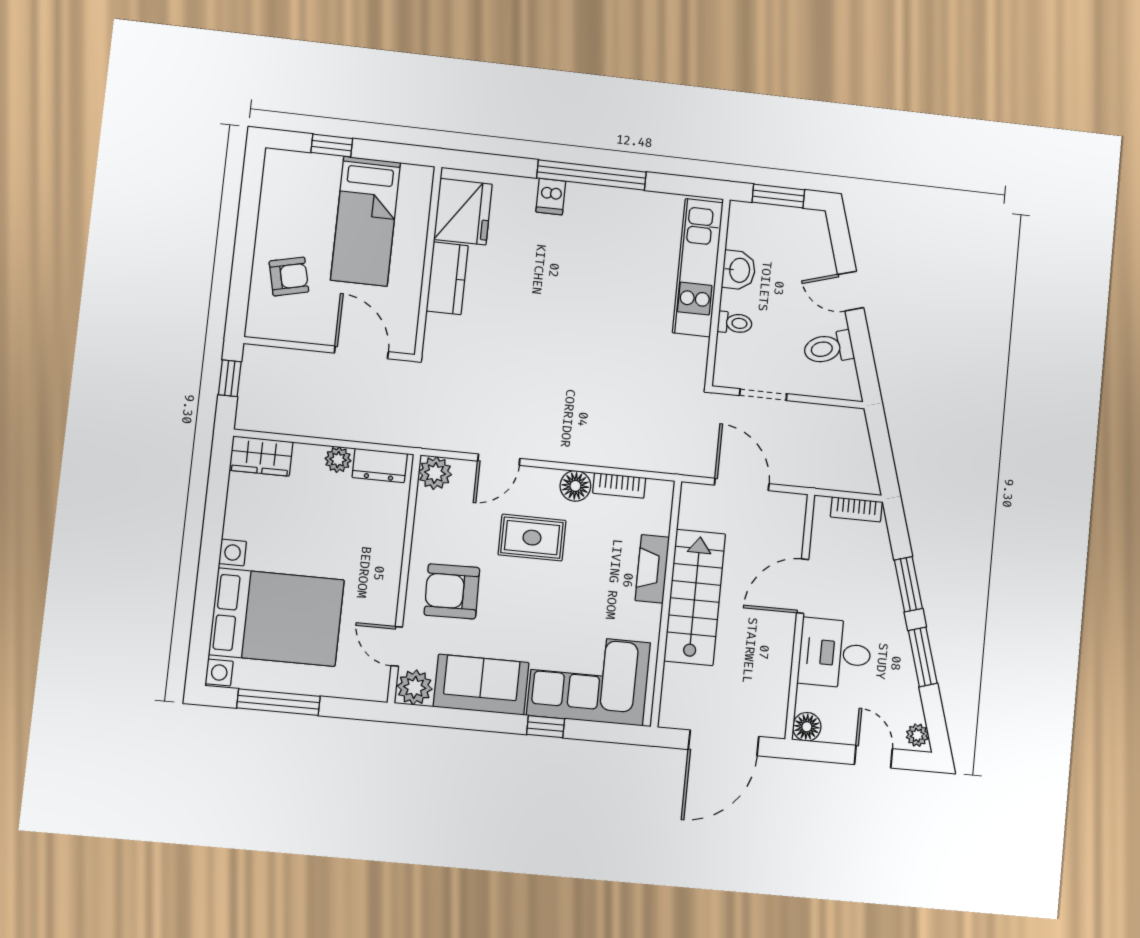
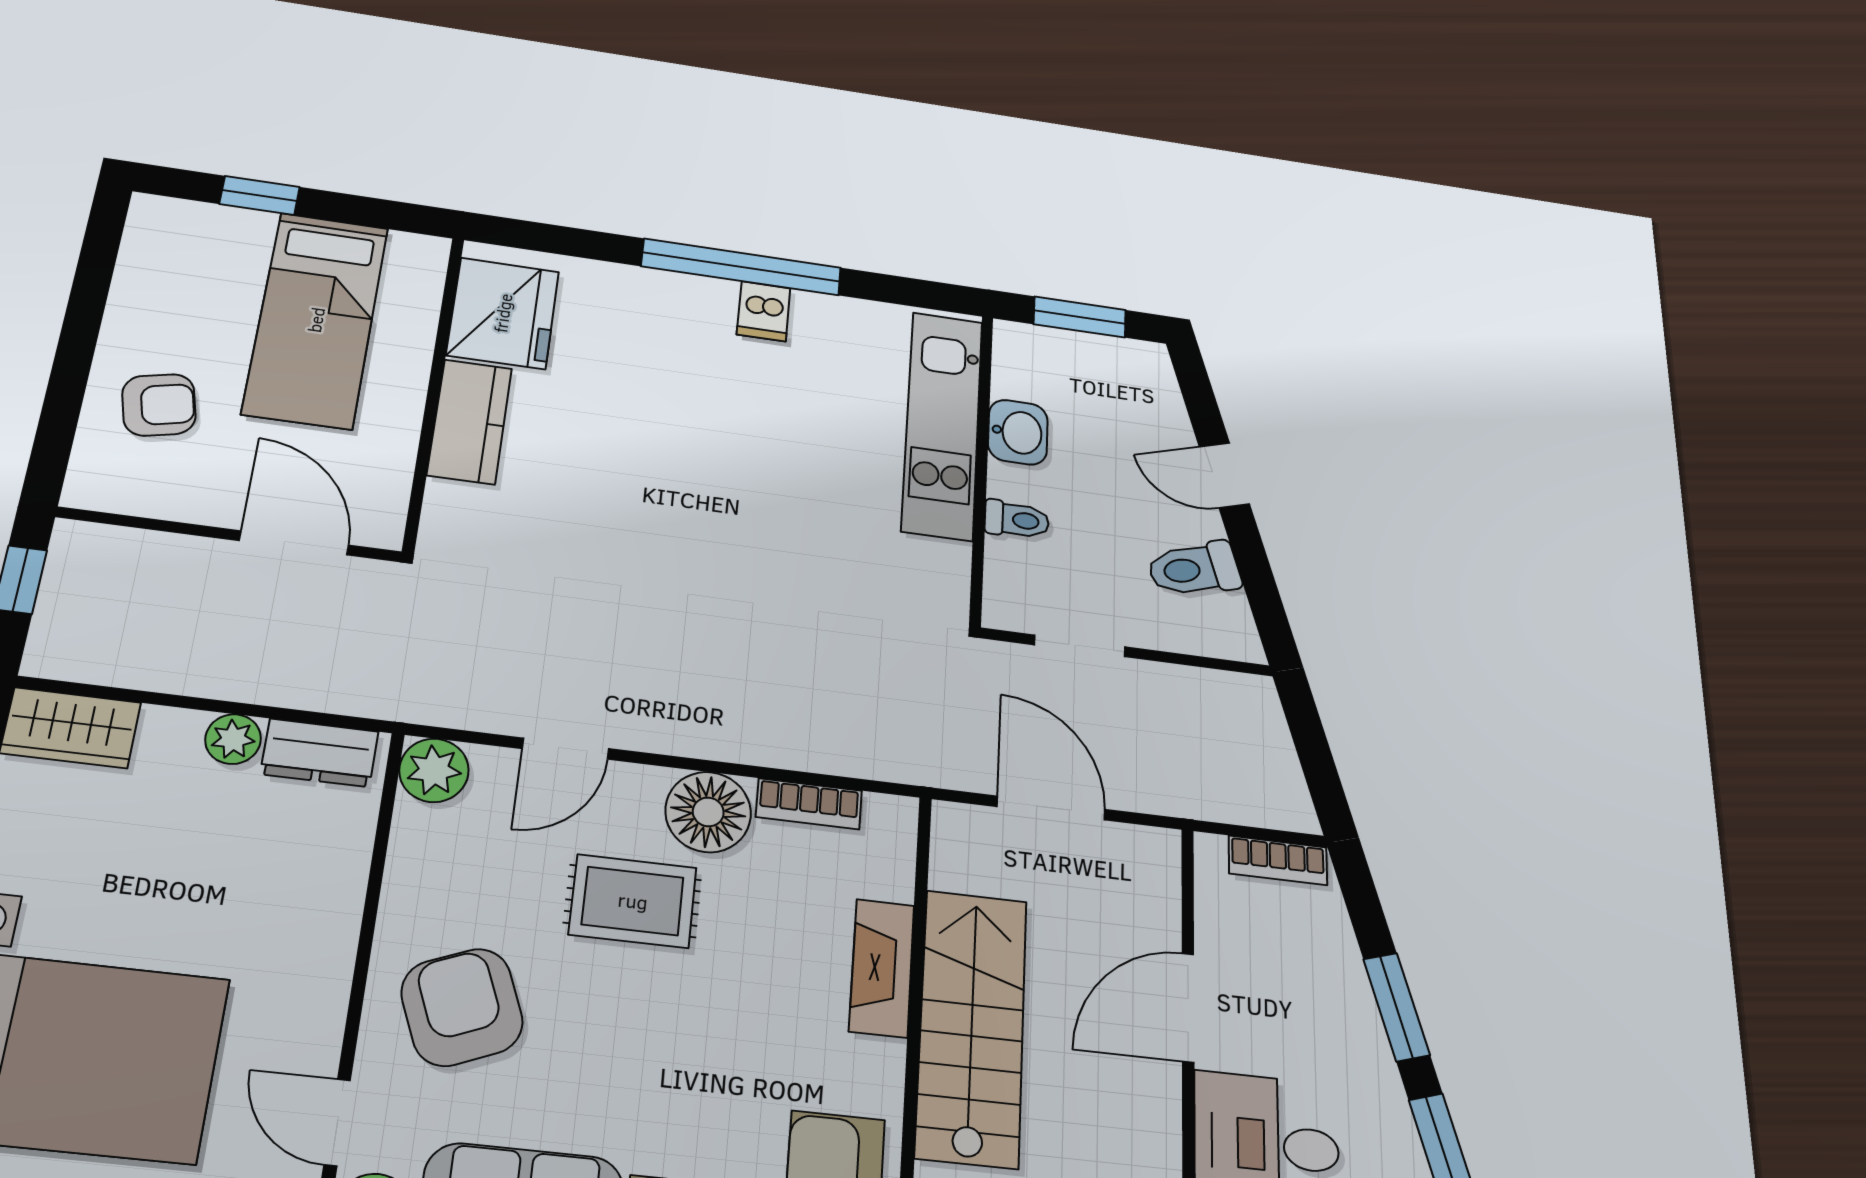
dishwasher: (551, 197) -> (764, 311), moved
floor lamp: (575, 486) -> (708, 812), width x1.38, depth x1.38
armchair: (452, 591) -> (462, 1007), turned 69

